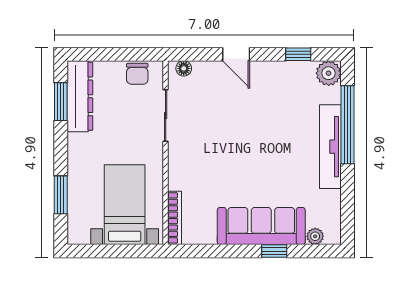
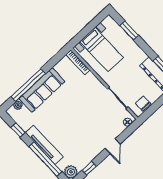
door: (236, 54) -> (113, 146), swing flipped
window: (347, 201) -> (18, 130), added
window: (274, 251) -> (28, 85), width x3.17

